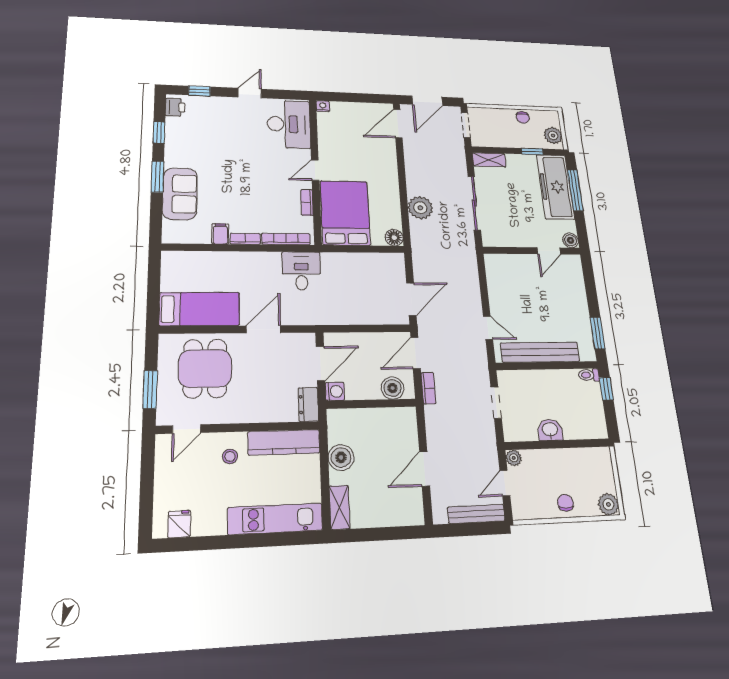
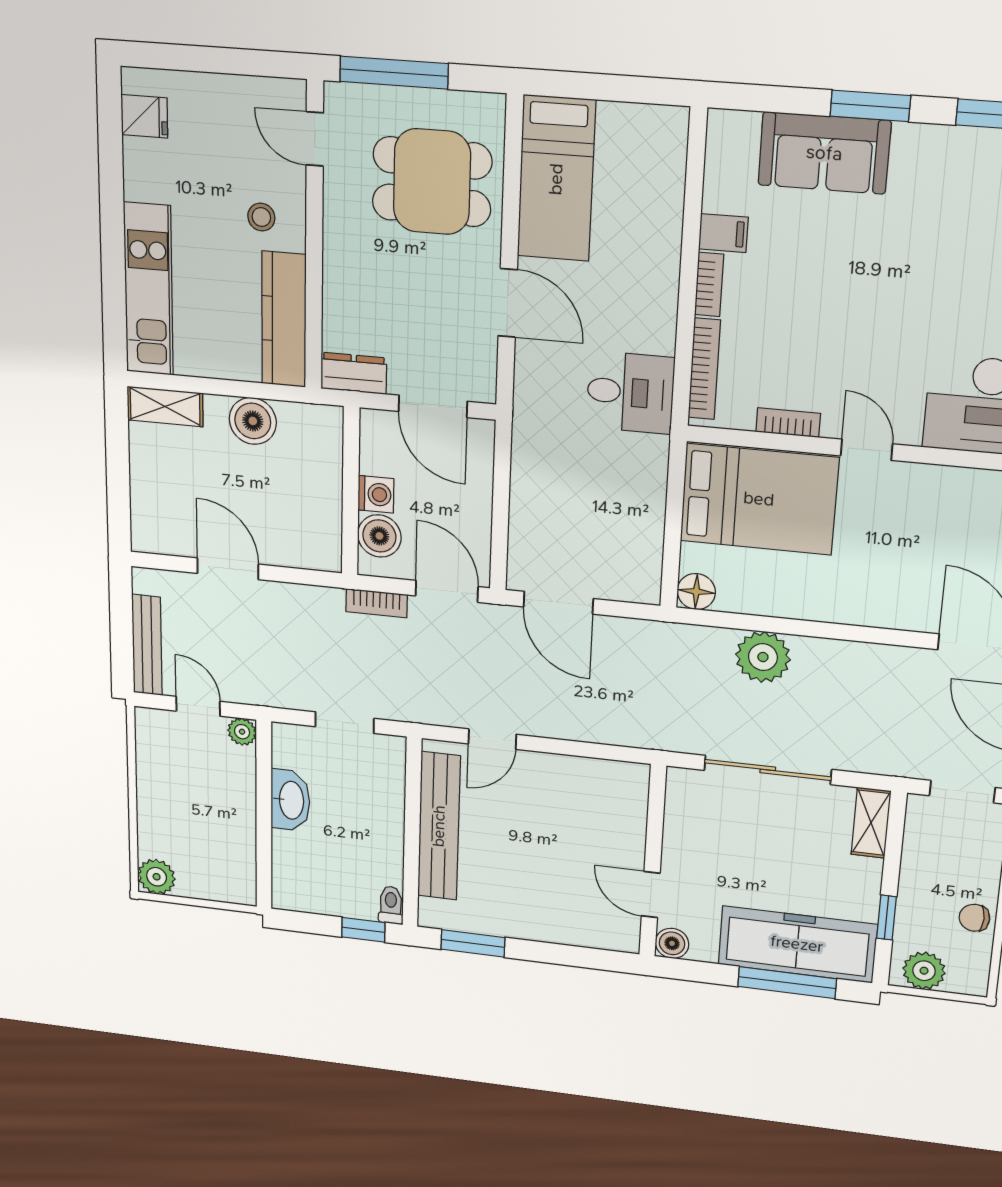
window: (150, 389) -> (394, 73), width x1.44
washing machine: (335, 391) -> (376, 494), moved, turned -90
washbasin: (550, 430) -> (290, 800), width x1.38
chair: (565, 503) -> (161, 804), removed

